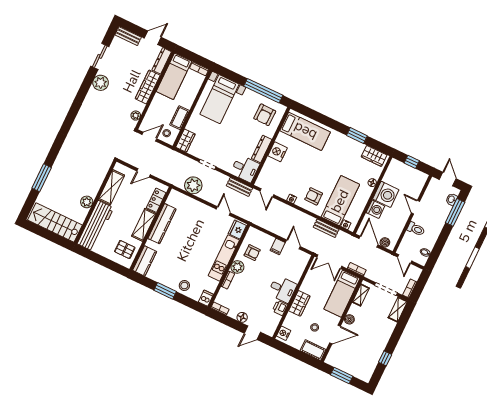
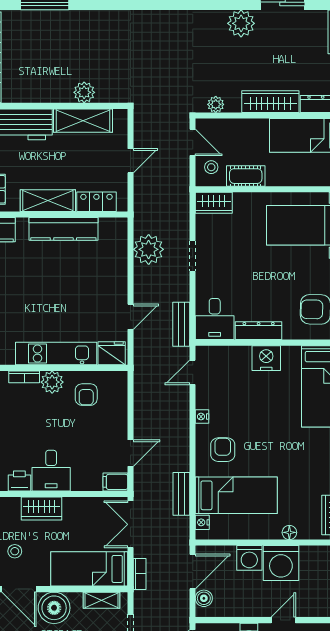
door: (144, 173) -> (130, 161), swing flipped
plant: (87, 202) -> (84, 92), moved
filing cabinet: (278, 247) -> (115, 482), moved
boiler: (349, 319) -> (54, 608), width x1.86, depth x1.86

